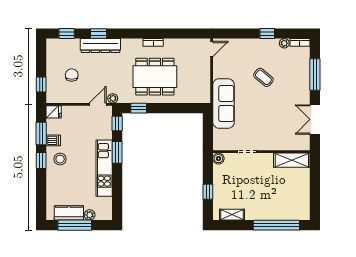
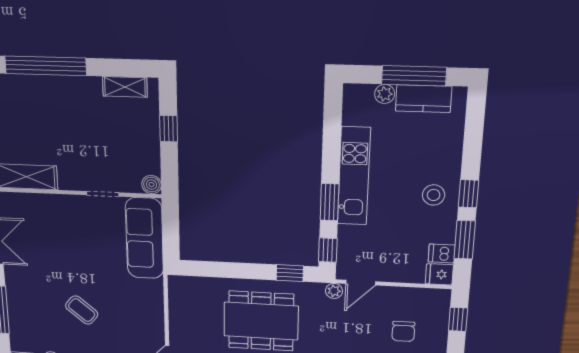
sofa: (224, 103) -> (144, 238), moved
dishwasher: (53, 140) -> (442, 253), moved

